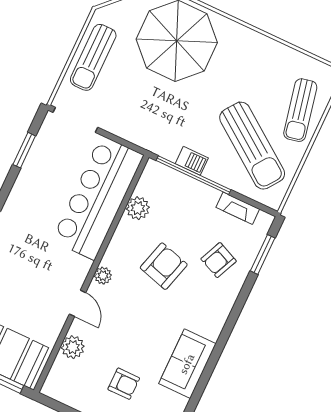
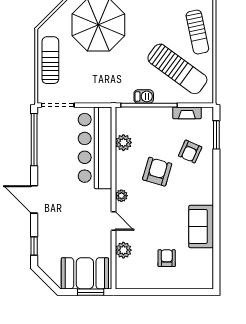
sun lounger: (93, 57) -> (50, 60), turned 180
window: (24, 150) -> (34, 140), width x2.11
armchair: (124, 384) -> (167, 258), turned -90

